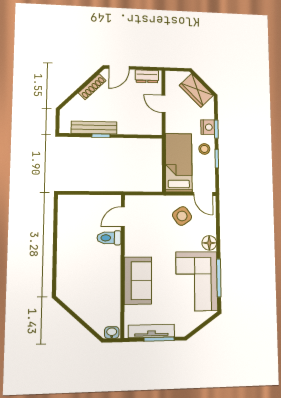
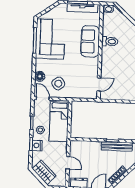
toilet: (109, 238) -> (110, 41), moved
floor lamp: (209, 243) -> (40, 76), moved

